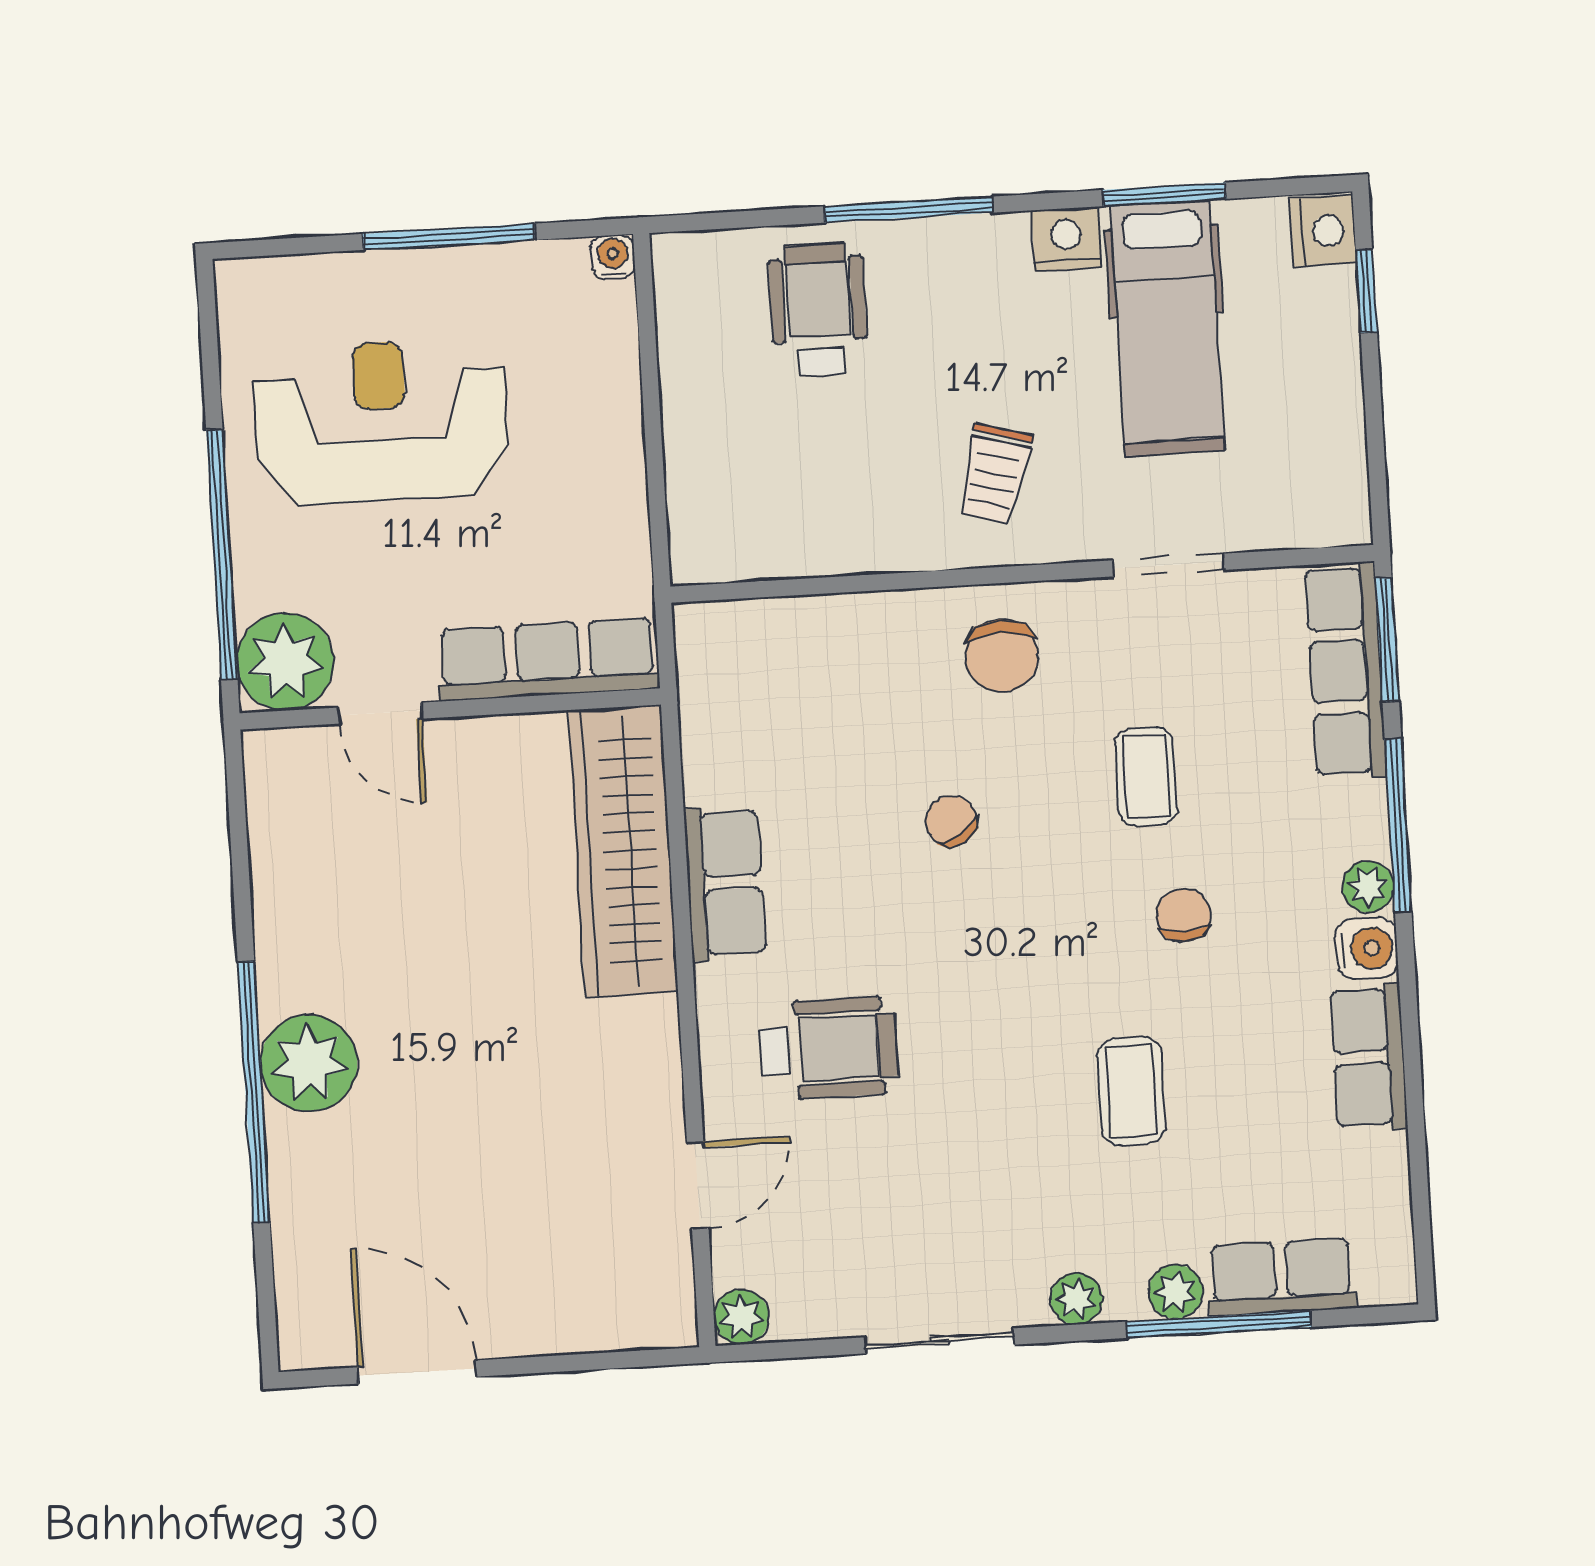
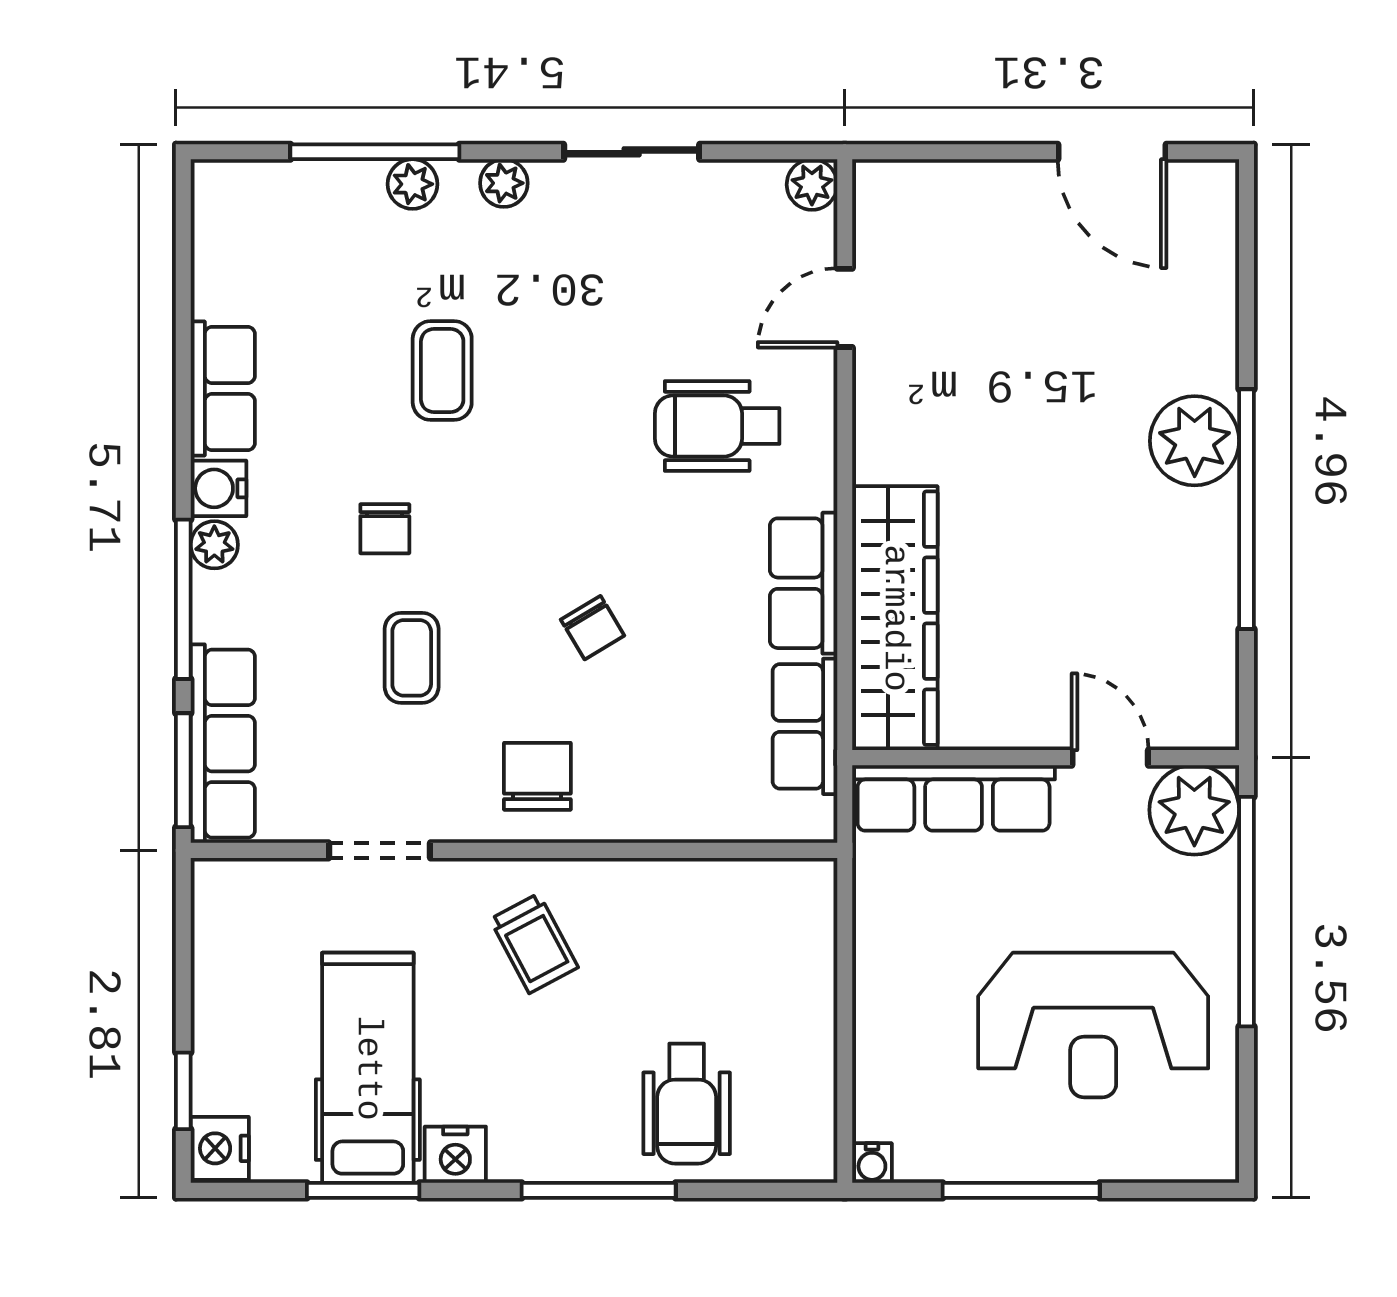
trolley: (995, 474) -> (534, 943), turned 136
window: (254, 1092) -> (1247, 509), moved
row of seats: (1281, 1277) -> (805, 726), moved, turned 90

